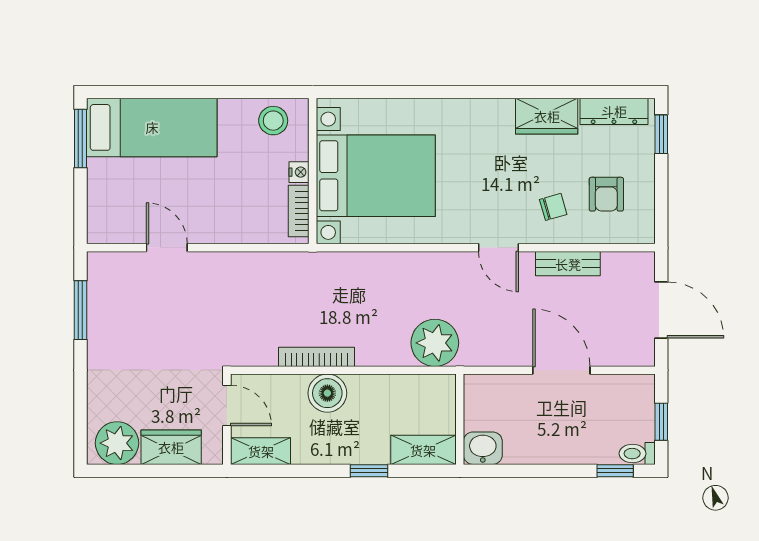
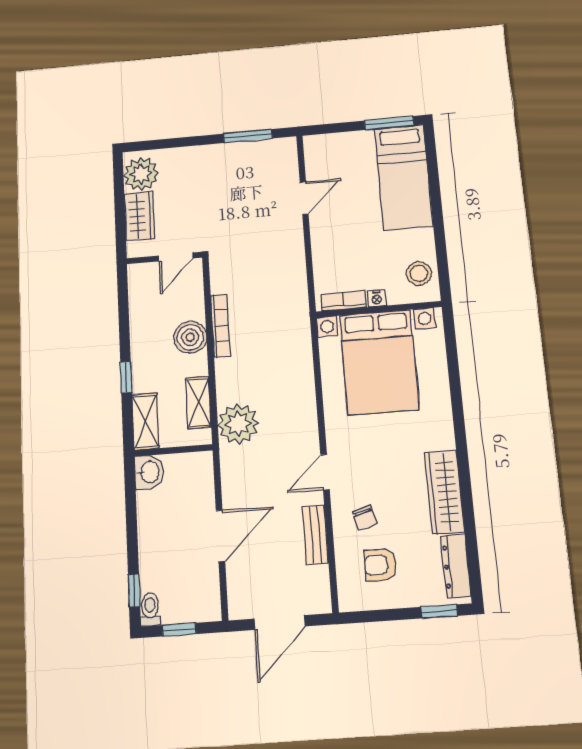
wardrobe: (547, 116) -> (444, 492), width x1.50
shelving: (261, 451) -> (198, 403), moved

